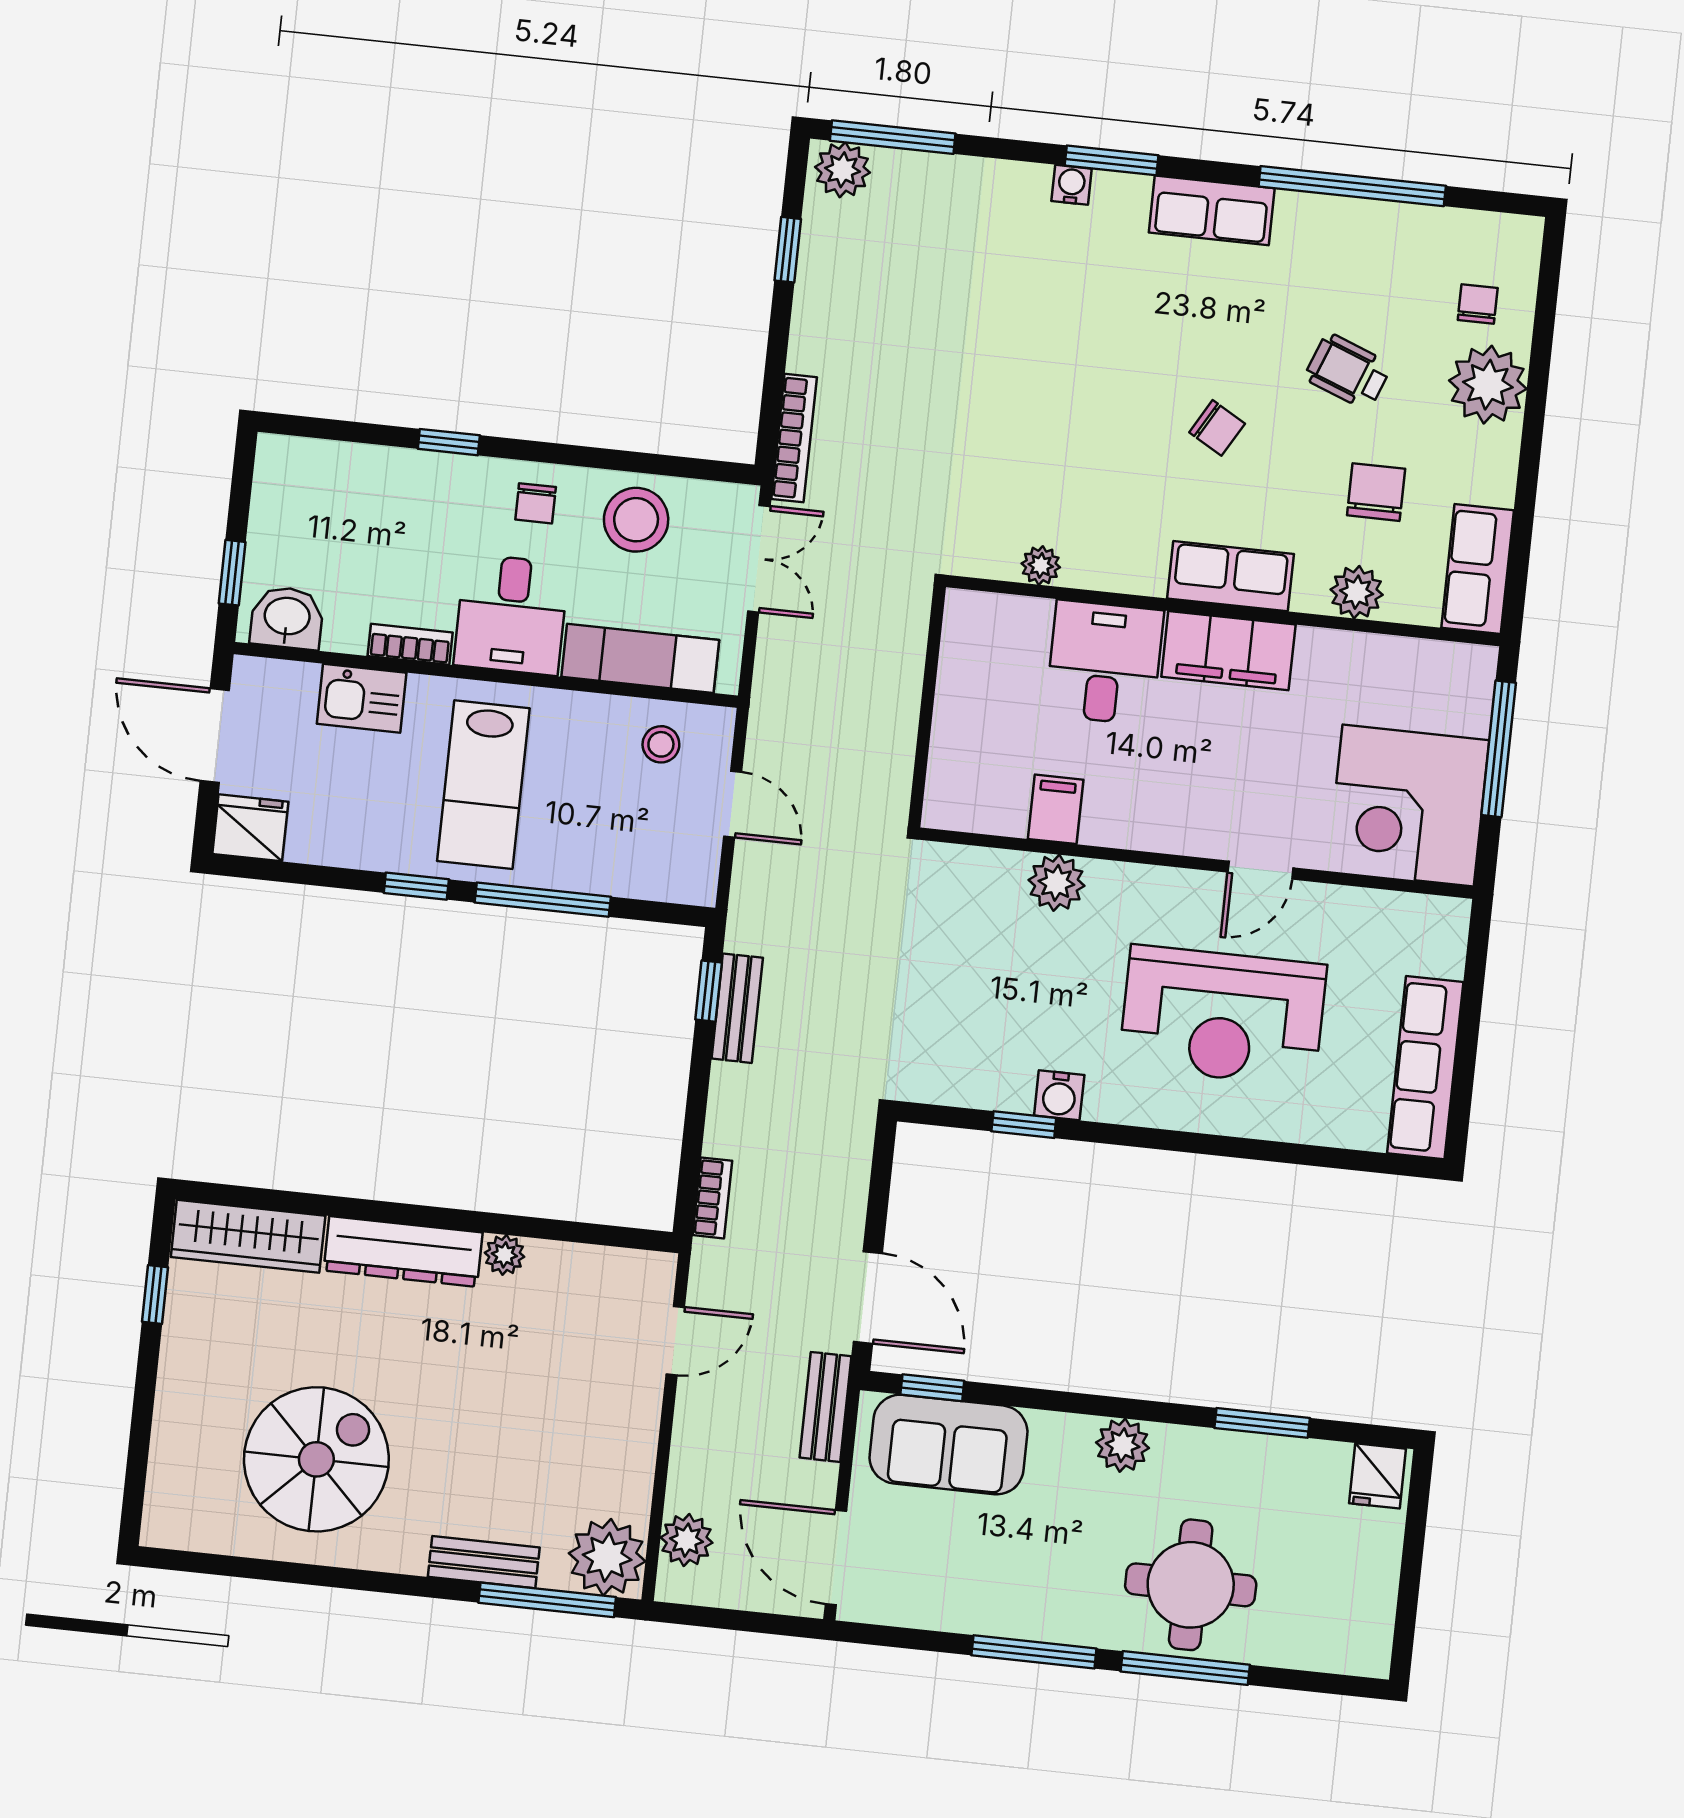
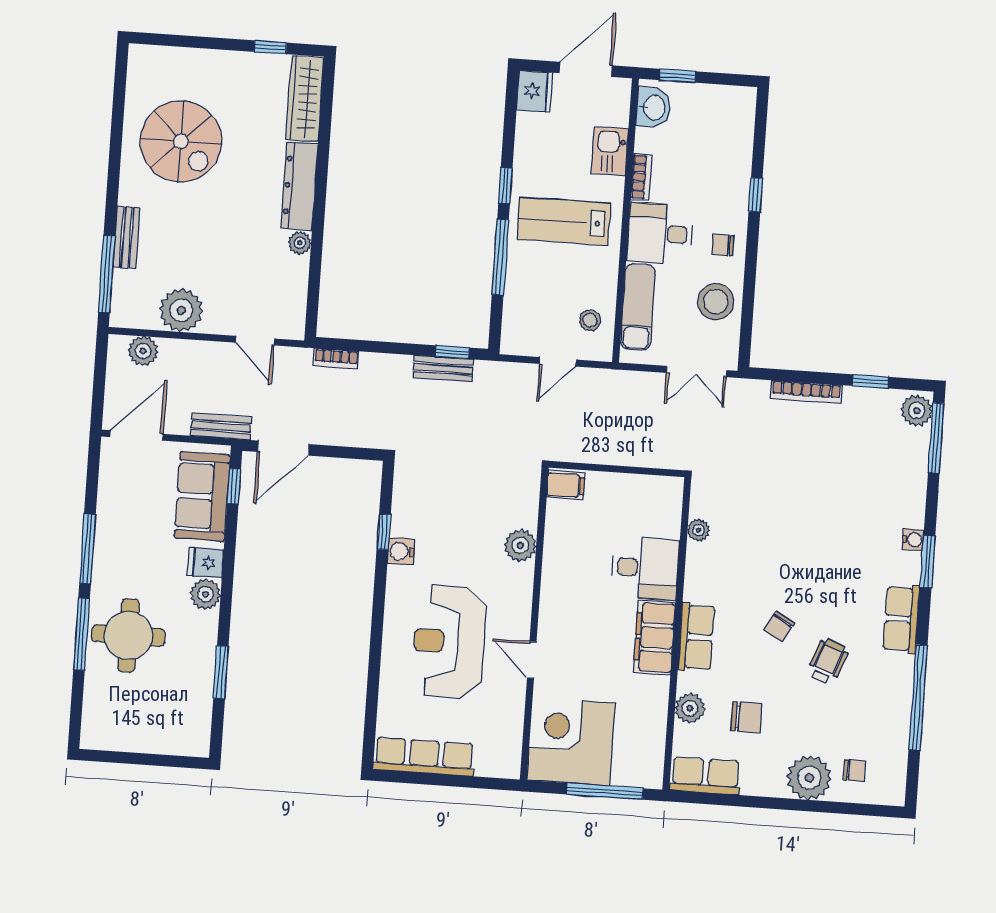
wheelchair: (1348, 371) -> (827, 662), moved
bookcase: (794, 438) -> (806, 392), moved
filing cabinet: (1056, 809) -> (566, 485), moved
fridge: (1377, 1476) -> (206, 563), moved
plant: (607, 1557) -> (181, 310), moved

